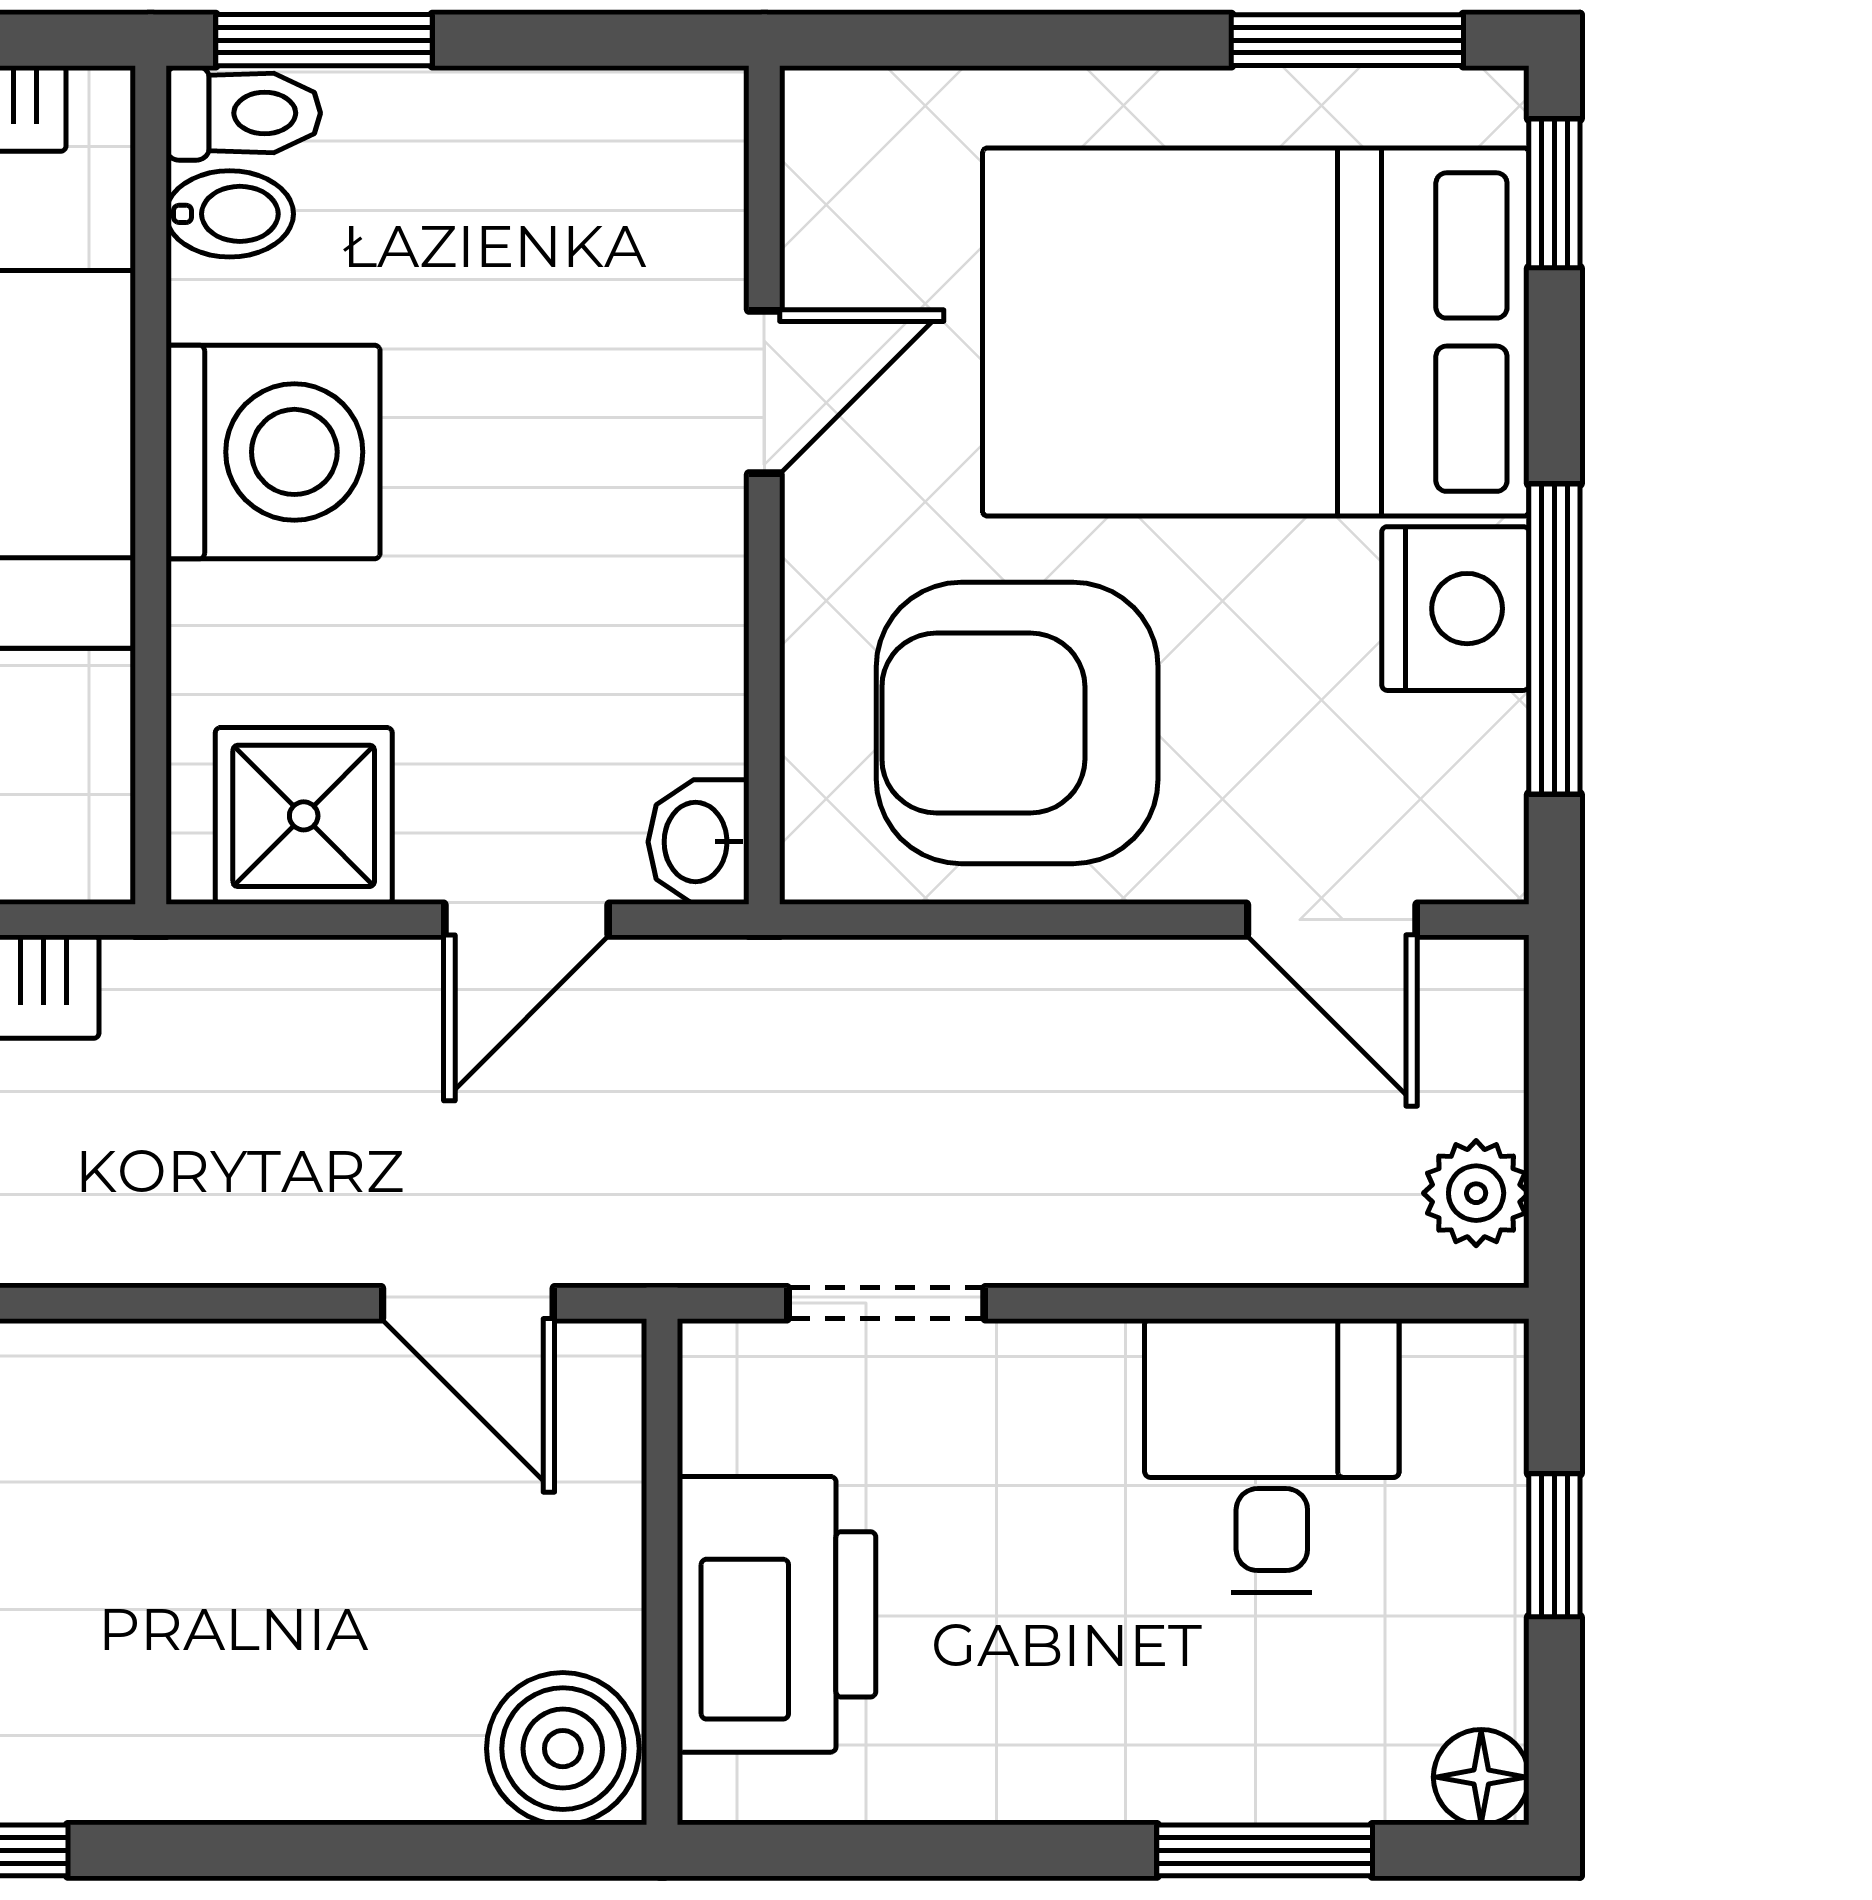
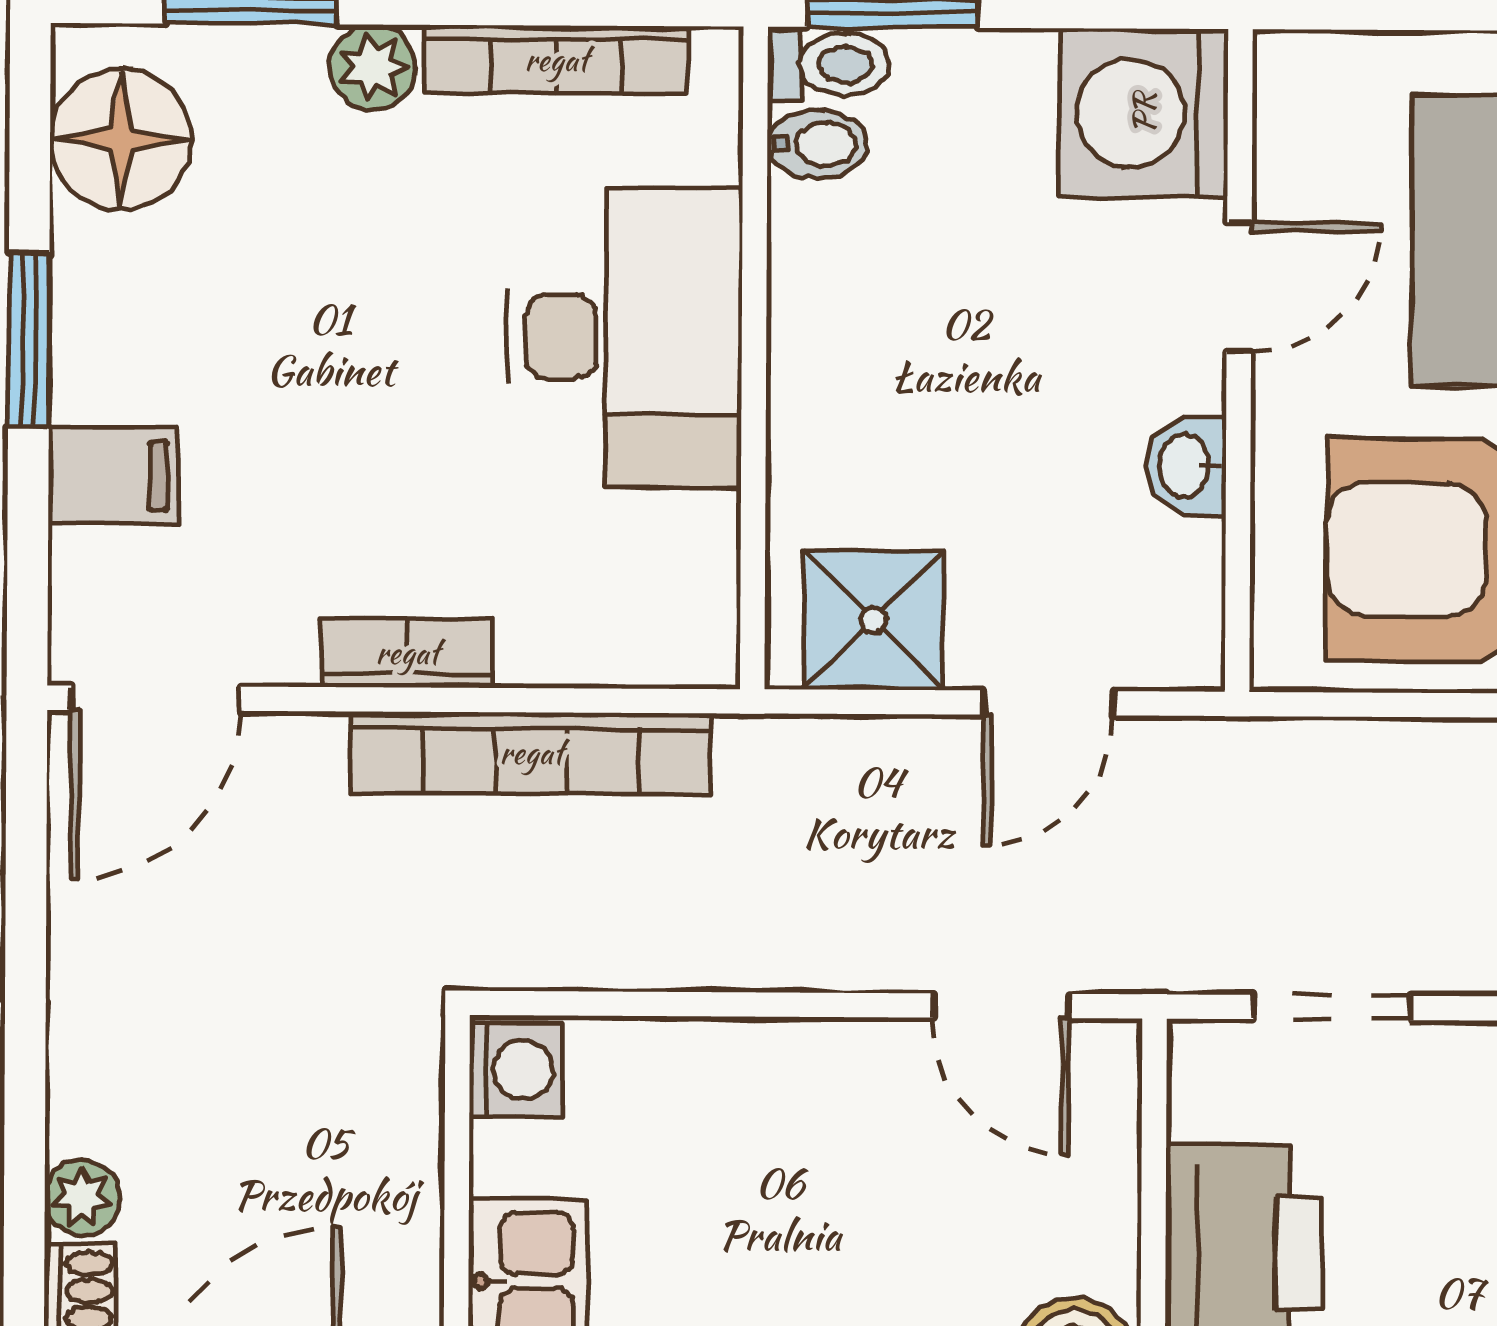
washing machine: (273, 452) -> (1144, 113), moved, turned 180
washbasin: (699, 842) -> (1186, 466), moved

